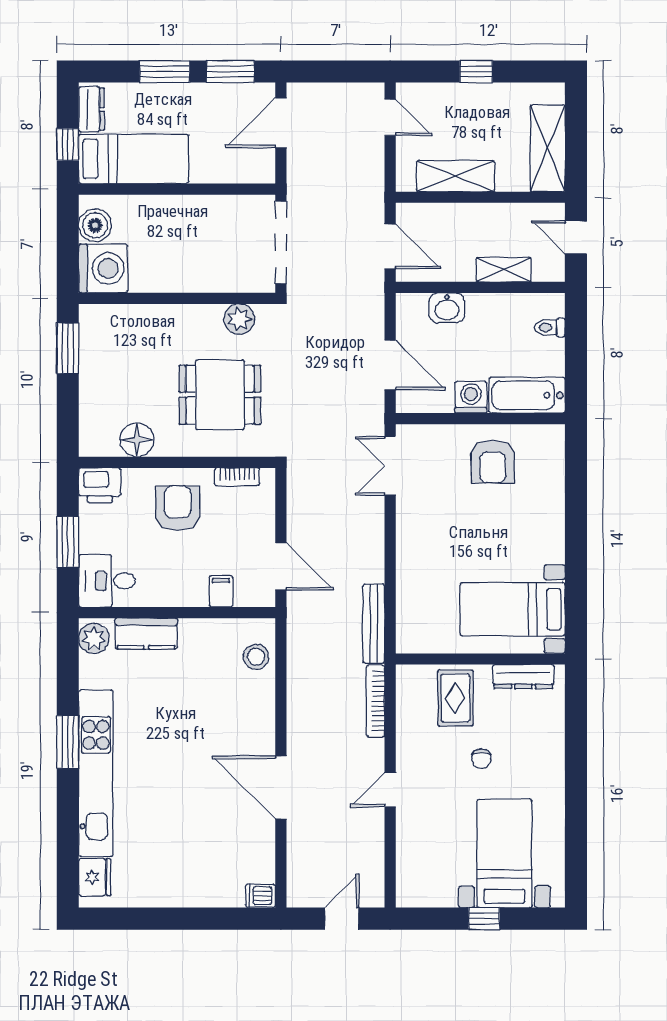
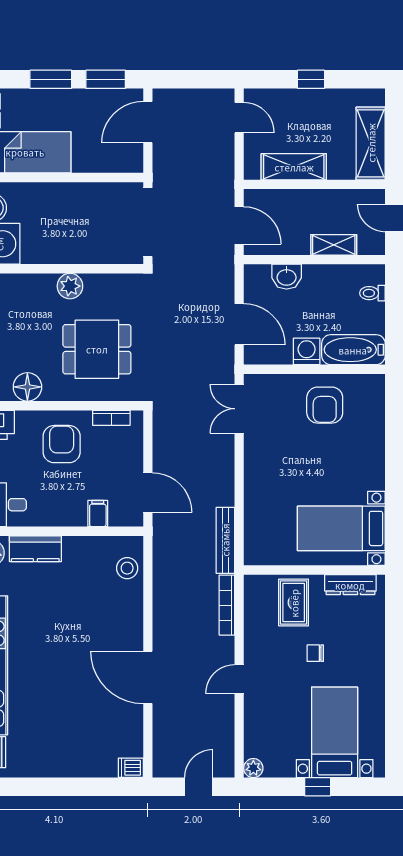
plant: (239, 319) -> (70, 286), moved
chair: (481, 759) -> (315, 653), turned 90
plant: (407, 896) -> (253, 768), added

